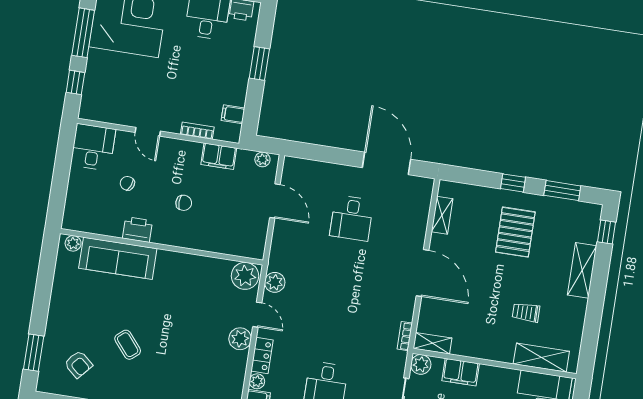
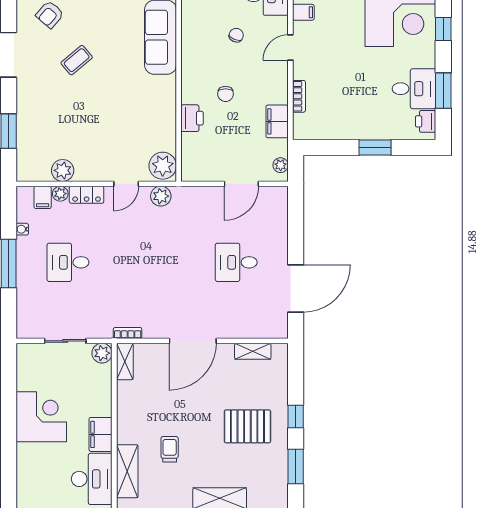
filing cabinet: (233, 114) -> (303, 12), moved, turned 90
printer: (137, 230) -> (192, 118), moved
plant: (240, 339) -> (63, 170), moved
filing cabinet: (461, 372) -> (101, 434), moved

